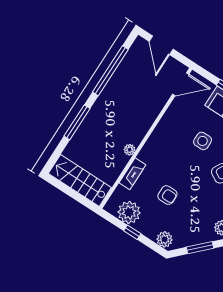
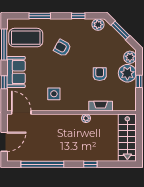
window: (77, 122) -> (90, 164), width x0.46
side table: (203, 141) -> (54, 94), moved
plant: (129, 212) -> (127, 73), moved

